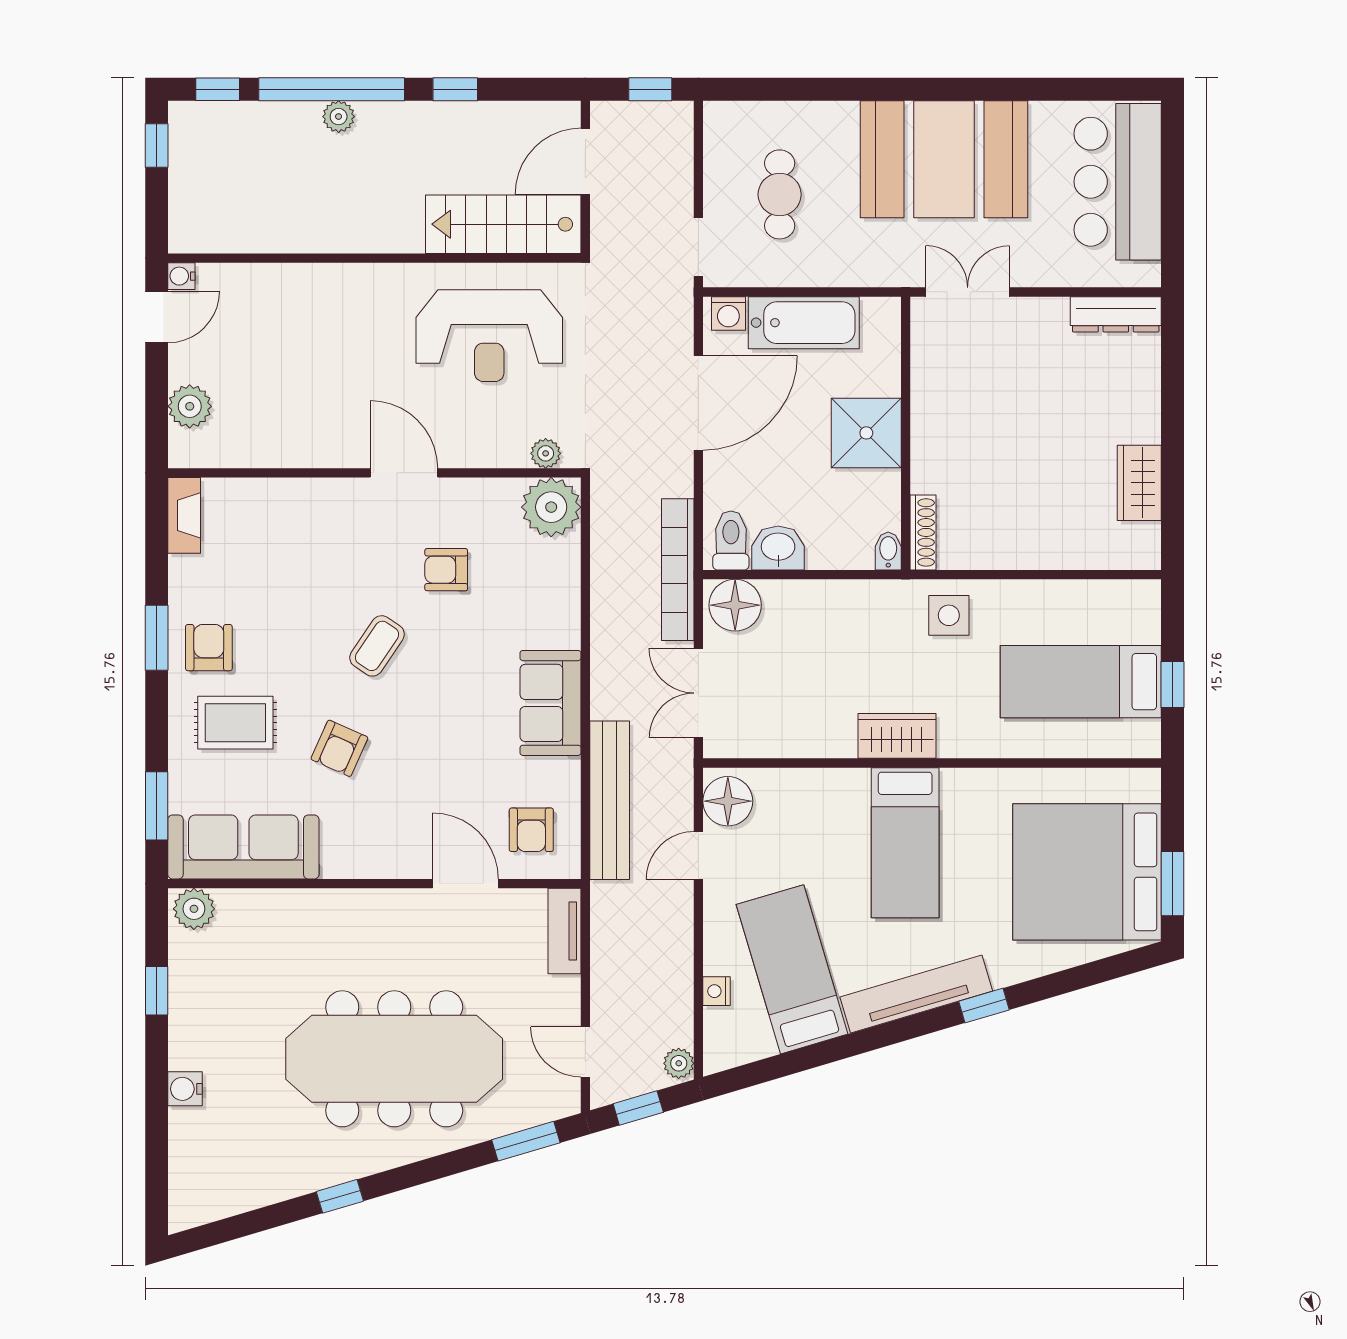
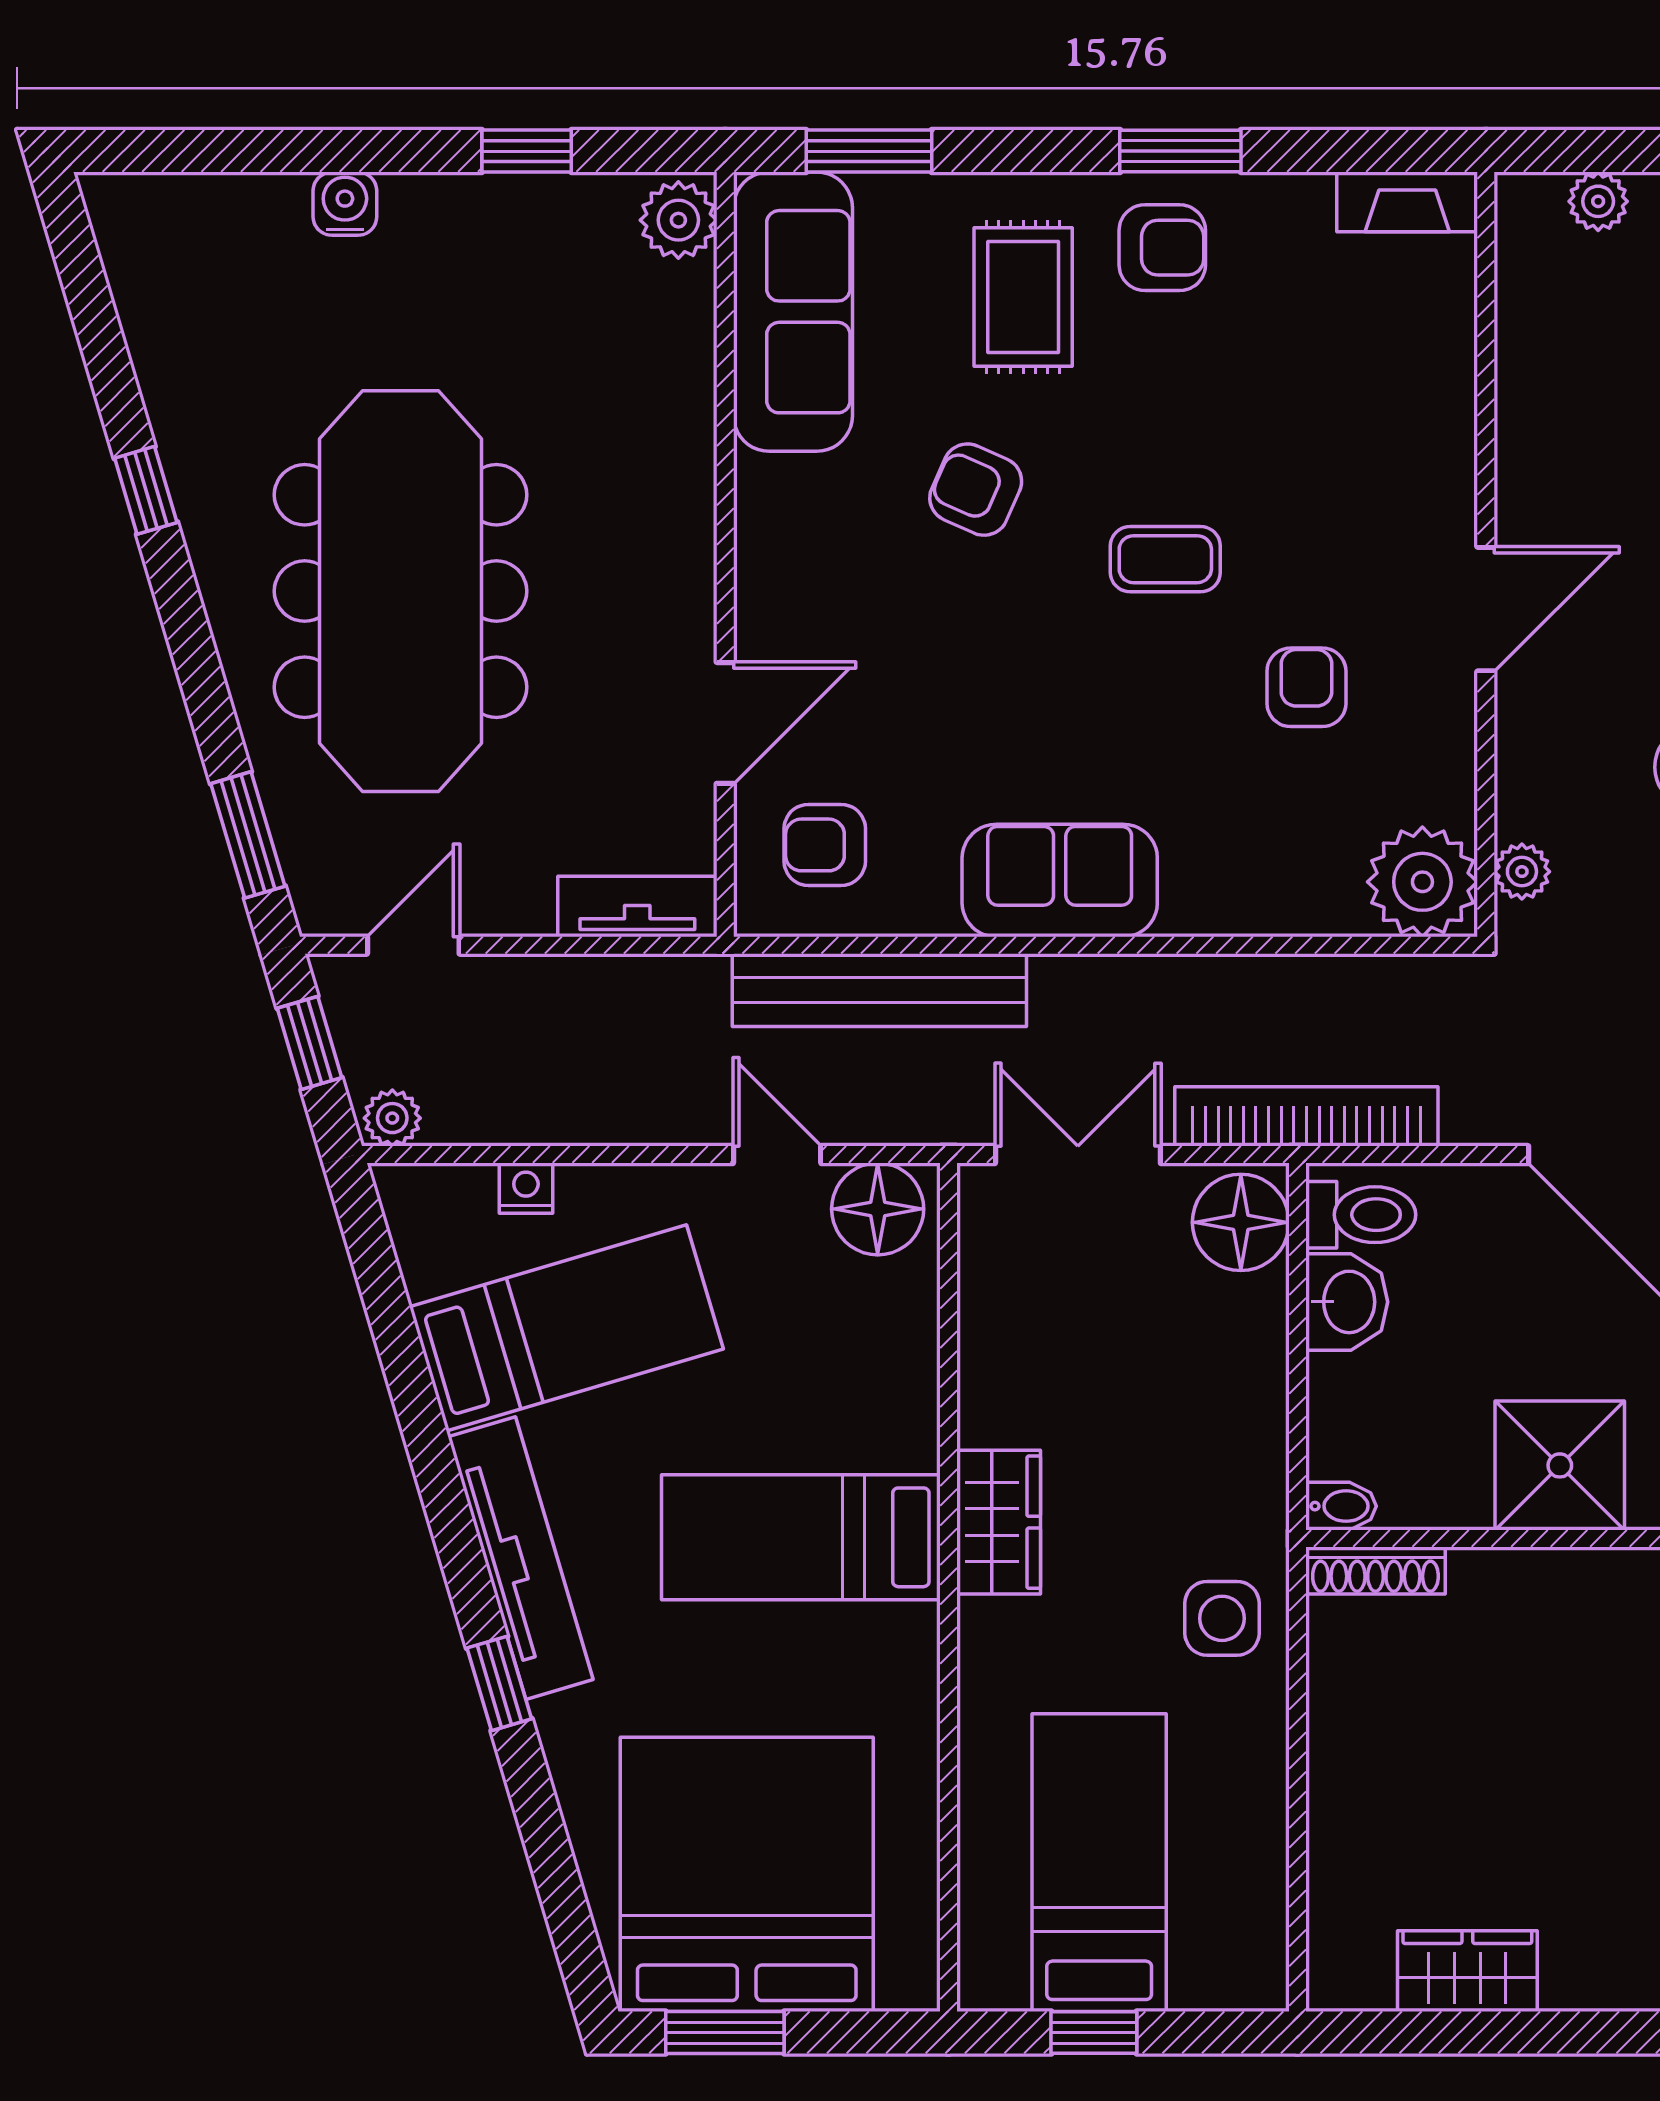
plant: (190, 406) -> (1598, 201), width x0.73, depth x0.73
coffee table: (377, 646) -> (1165, 559), turned -34

